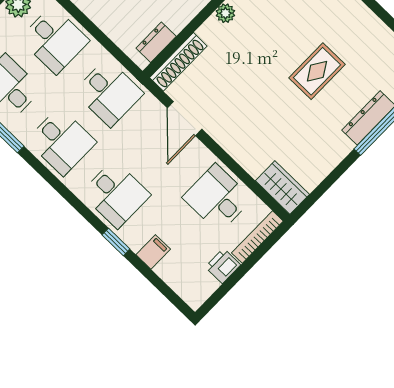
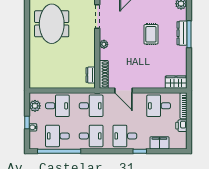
desk: (116, 194) -> (125, 136), turned 180
filing cabinet: (153, 252) -> (159, 143), width x2.00

